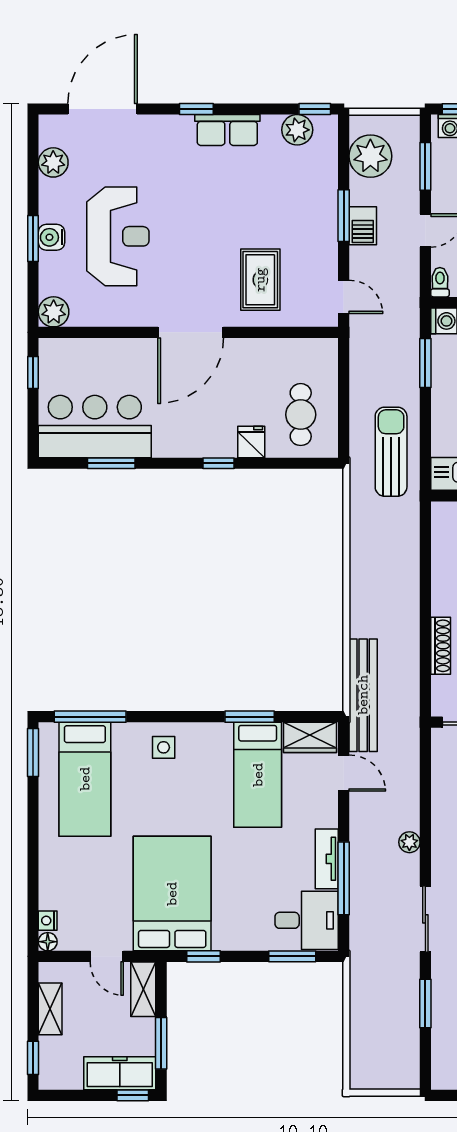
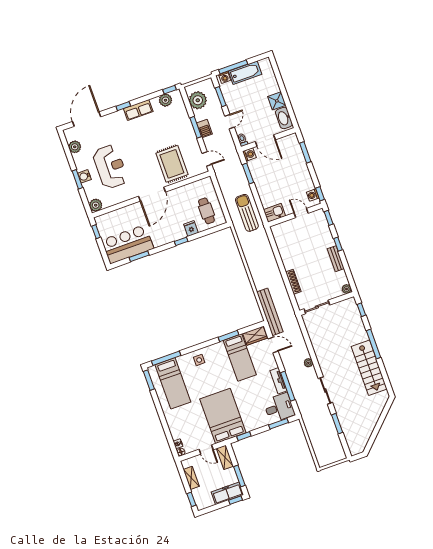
rug: (260, 280) -> (172, 164), width x1.36, depth x1.43

